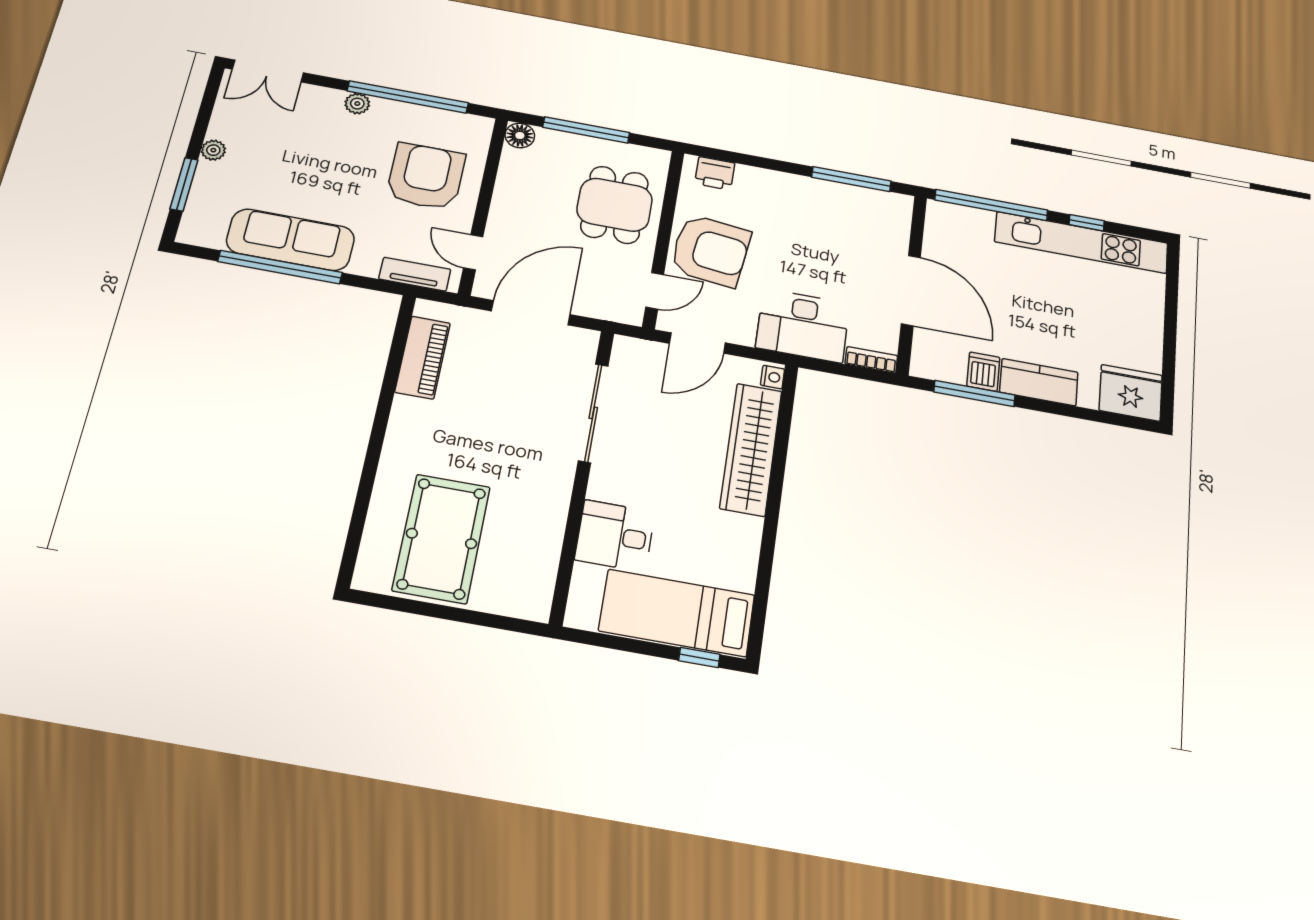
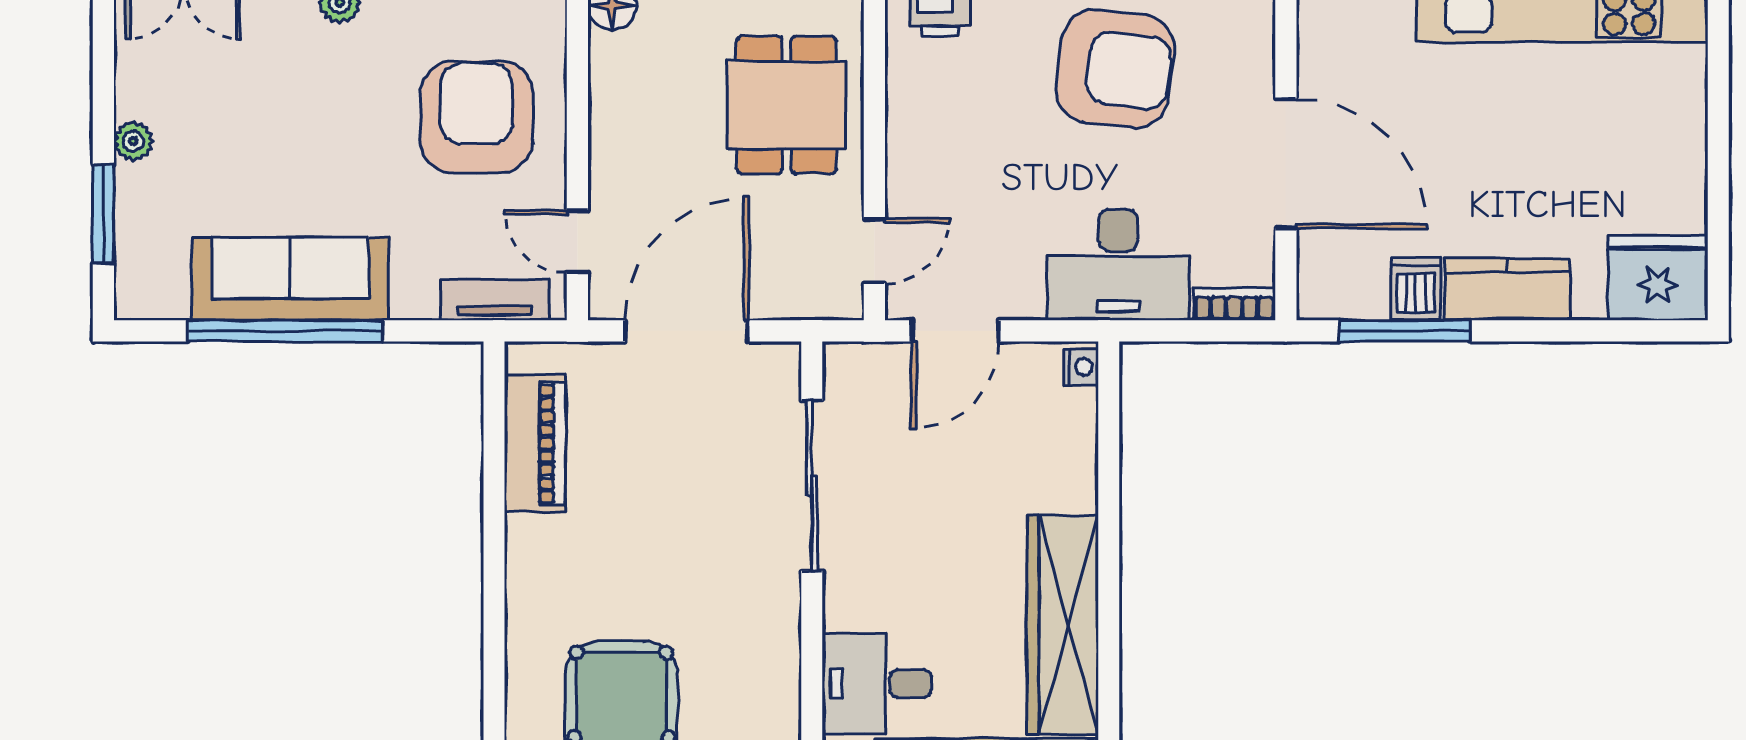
armchair: (710, 250) -> (1115, 69), moved
wardrobe: (751, 449) -> (1063, 625), moved

